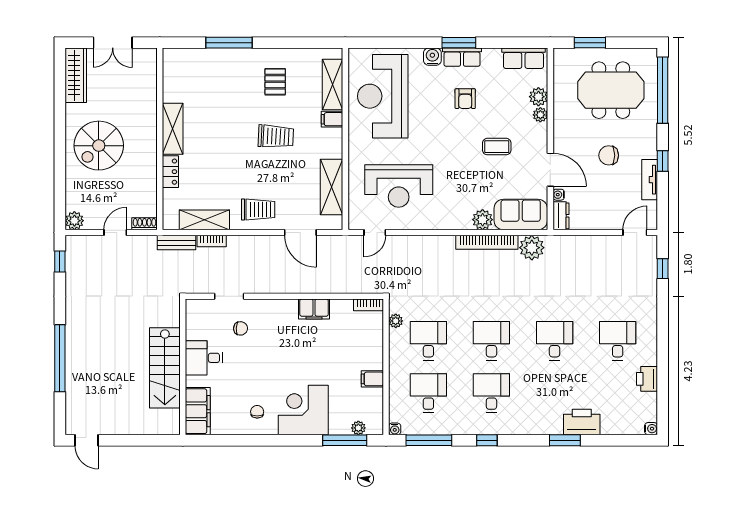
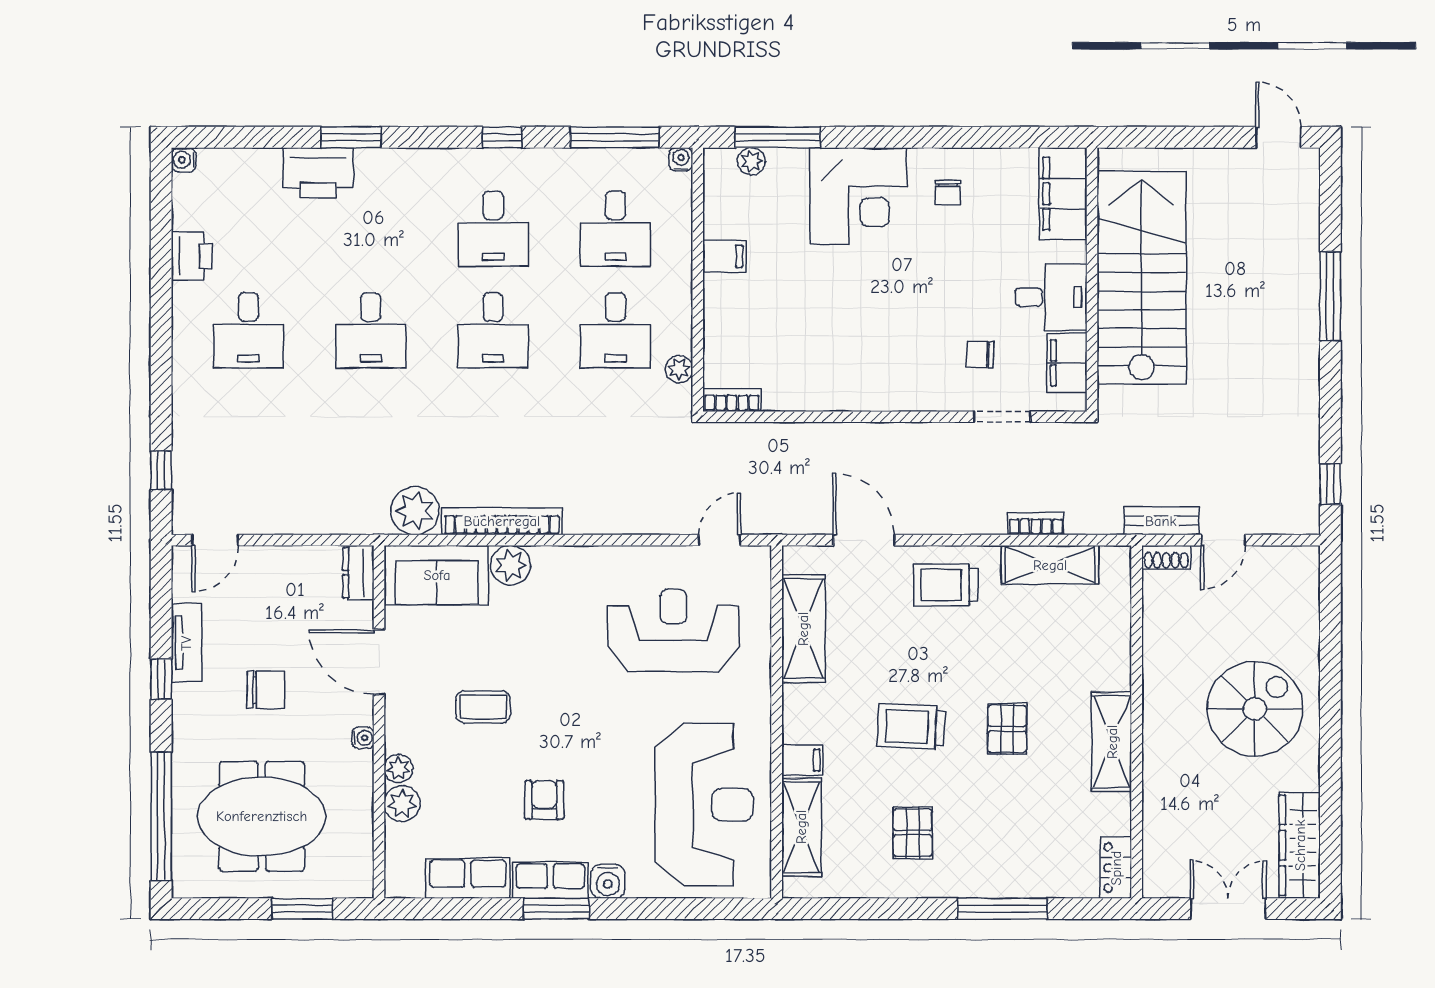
row of seats: (523, 58) -> (468, 878), moved
pallet: (227, 135) -> (1007, 729), added
locker: (170, 172) -> (1116, 868), moved
water cooler: (559, 195) -> (363, 738), moved
plant: (74, 221) -> (1302, 563), removed
bench: (177, 243) -> (1161, 521), moved
filing cabinet: (314, 309) -> (1067, 363), moved, turned -90
window: (60, 358) -> (1330, 296), width x0.68
stairs: (165, 368) -> (1142, 278), width x1.36, depth x1.51

